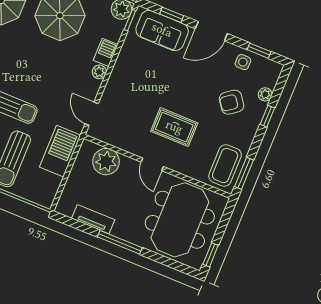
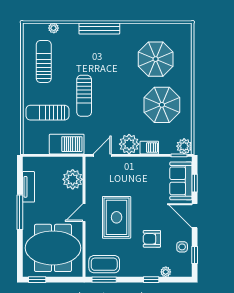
plant: (99, 72) -> (129, 144), width x1.87, depth x1.87
armchair: (232, 102) -> (152, 239), moved, turned -53
rug: (174, 127) -> (117, 217), width x1.36, depth x1.43

